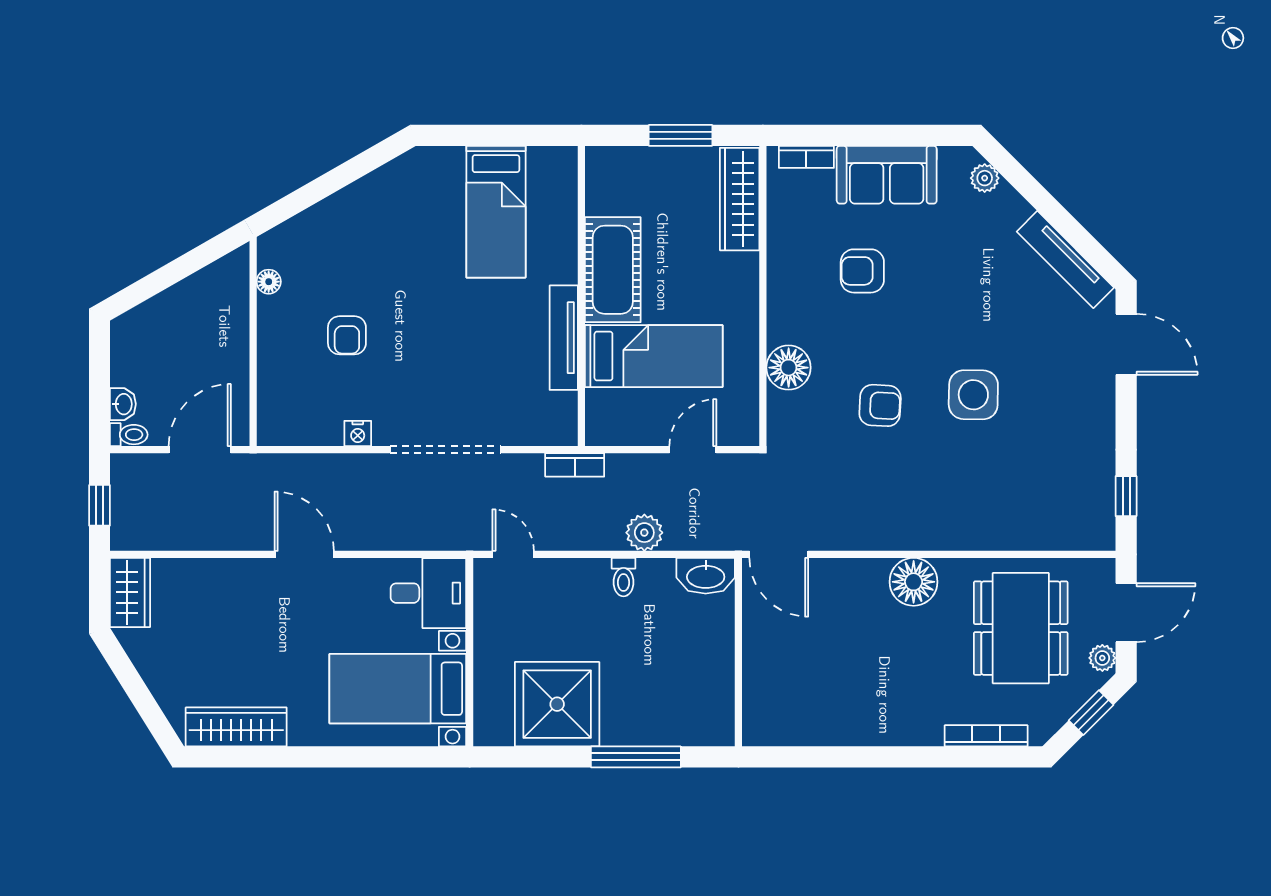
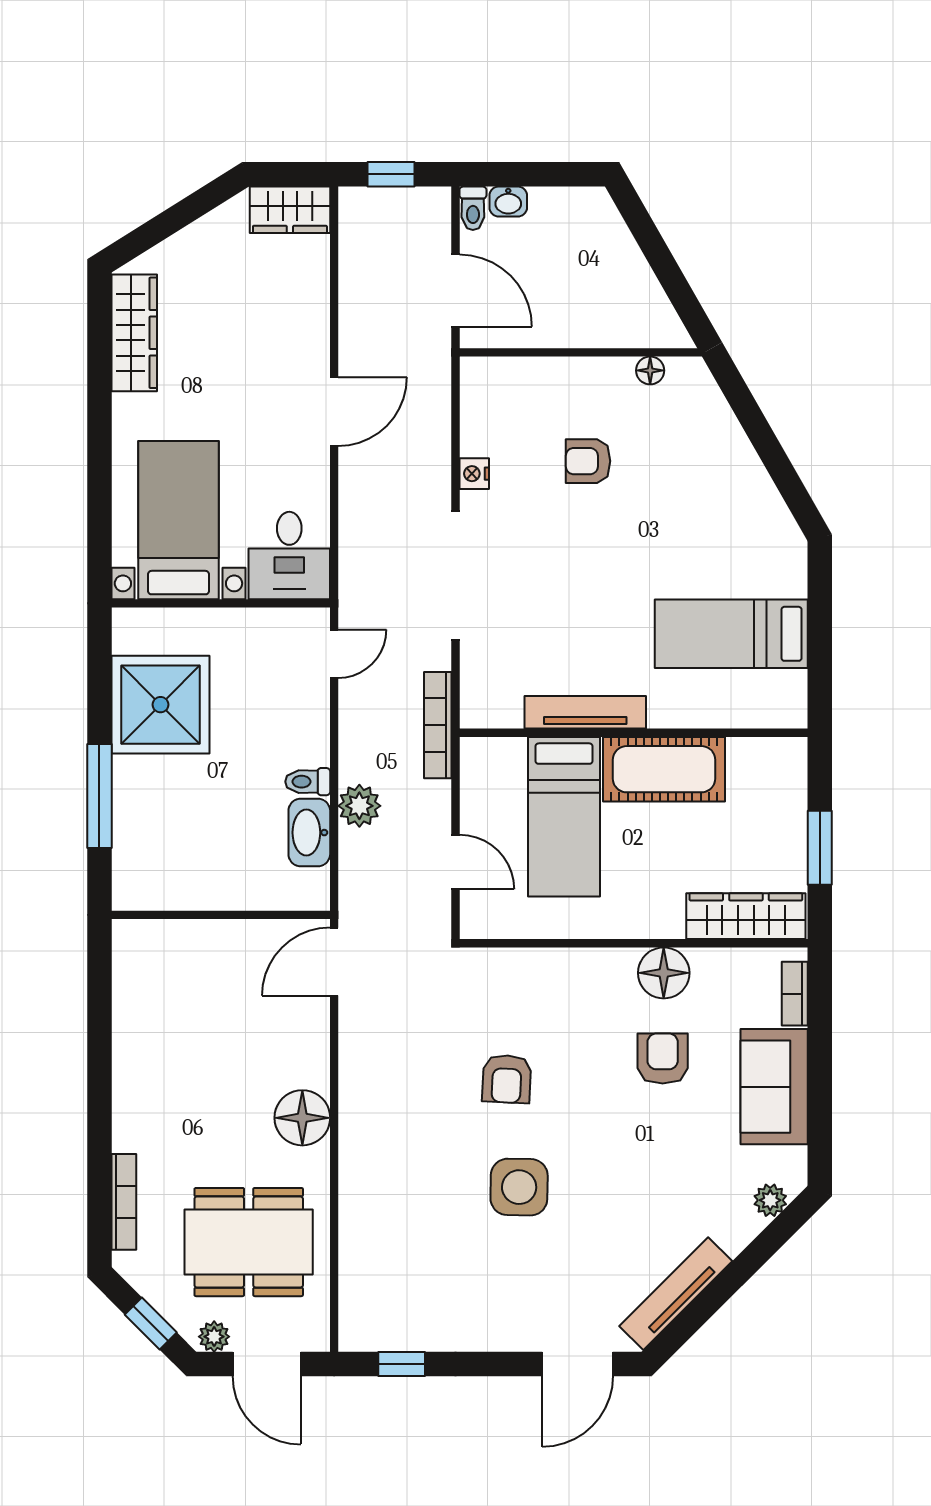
floor lamp: (789, 368) -> (664, 973), moved
bookcase: (575, 465) -> (438, 725), width x1.56
washbasin: (706, 576) -> (309, 833), moved

